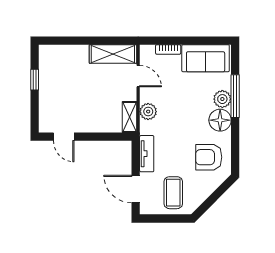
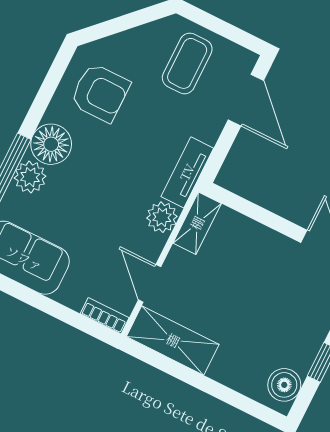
bookcase: (168, 49) -> (105, 316), moved
boiler: (48, 59) -> (284, 385), added
tv unit: (147, 154) -> (187, 172), moved

